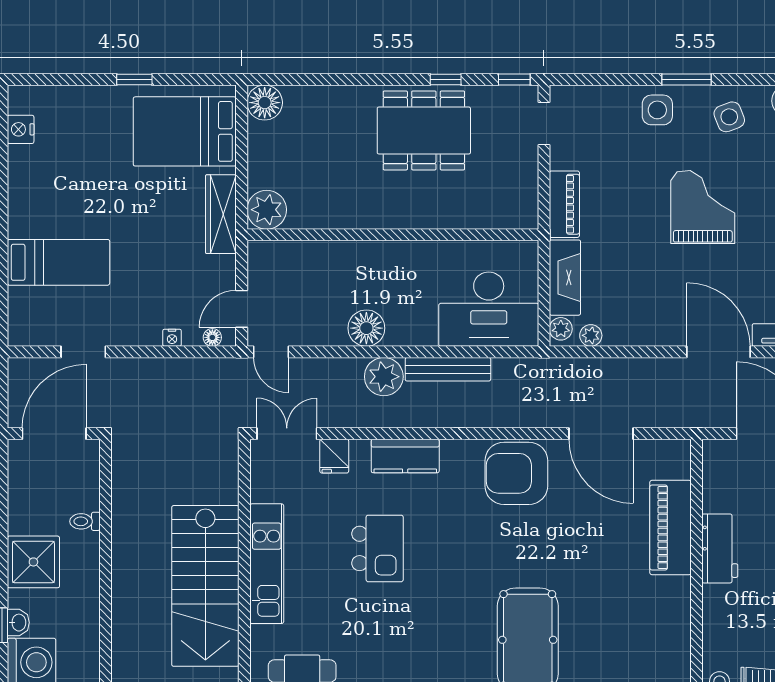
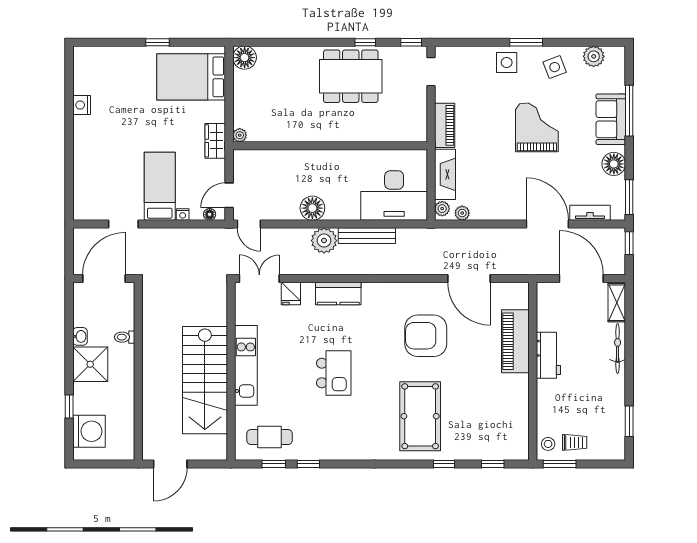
nightstand: (21, 129) -> (82, 105), moved
plant: (267, 210) -> (240, 135), width x0.53, depth x0.53
wardrobe: (221, 214) -> (215, 141), width x0.67
bed: (58, 262) -> (160, 186), moved, turned -90
armchair: (516, 473) -> (426, 336), moved
kitchen island: (378, 548) -> (334, 373), moved
washbasin: (18, 623) -> (80, 336), moved

